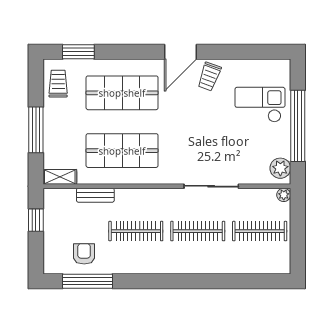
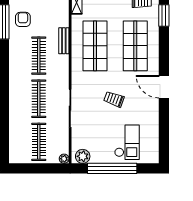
trolley: (209, 77) -> (114, 99), moved
bench: (95, 195) -> (64, 41), moved
armchair: (84, 254) -> (23, 19), turned -90

